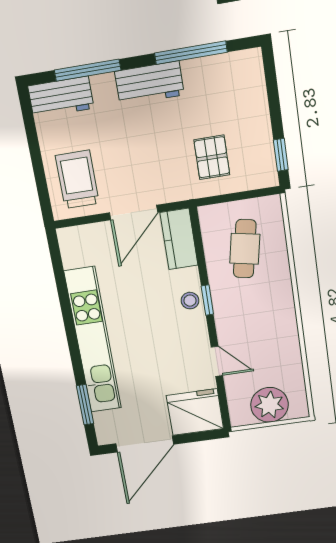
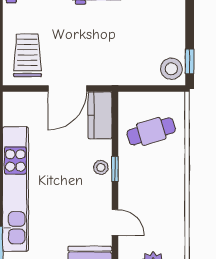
pallet: (212, 157) -> (136, 55), removed
stool: (259, 168) -> (171, 69), added
cafe table: (245, 249) -> (151, 131), turned 62

